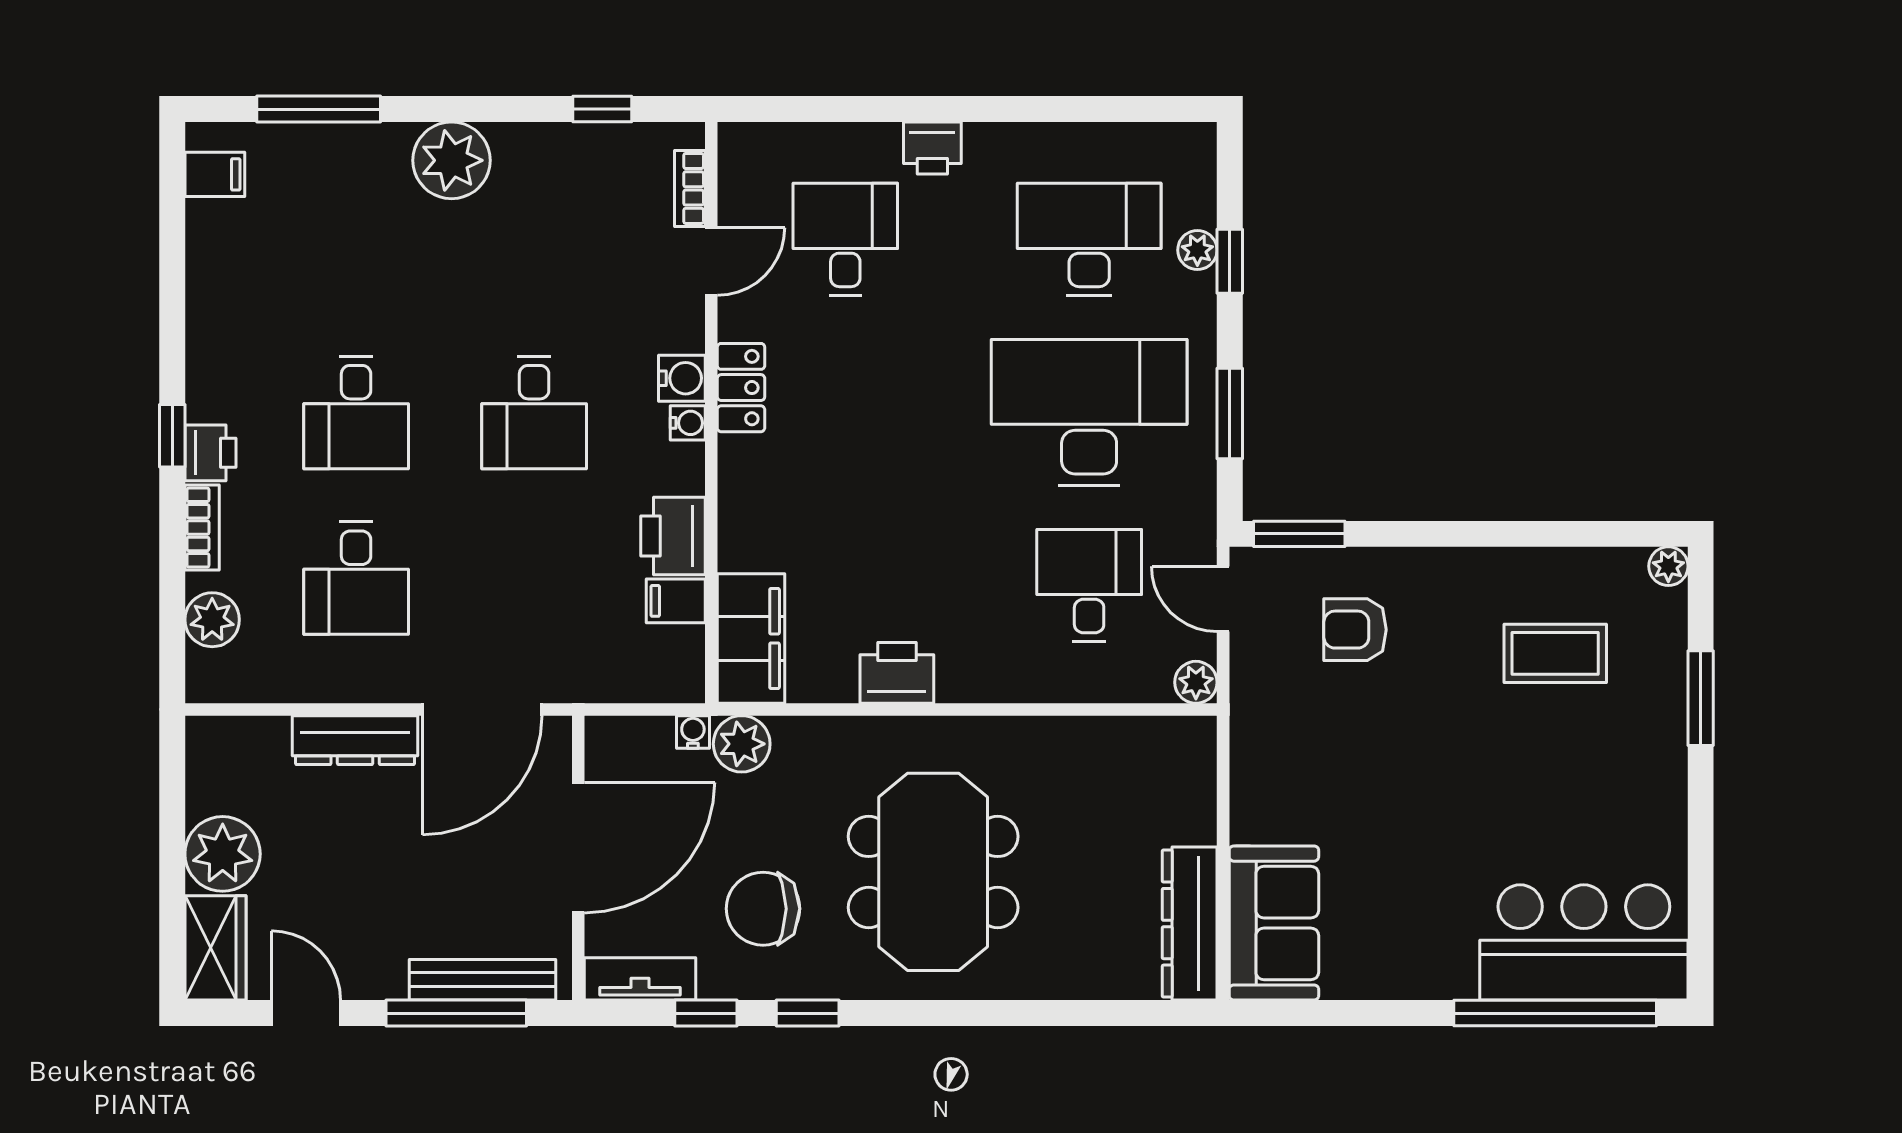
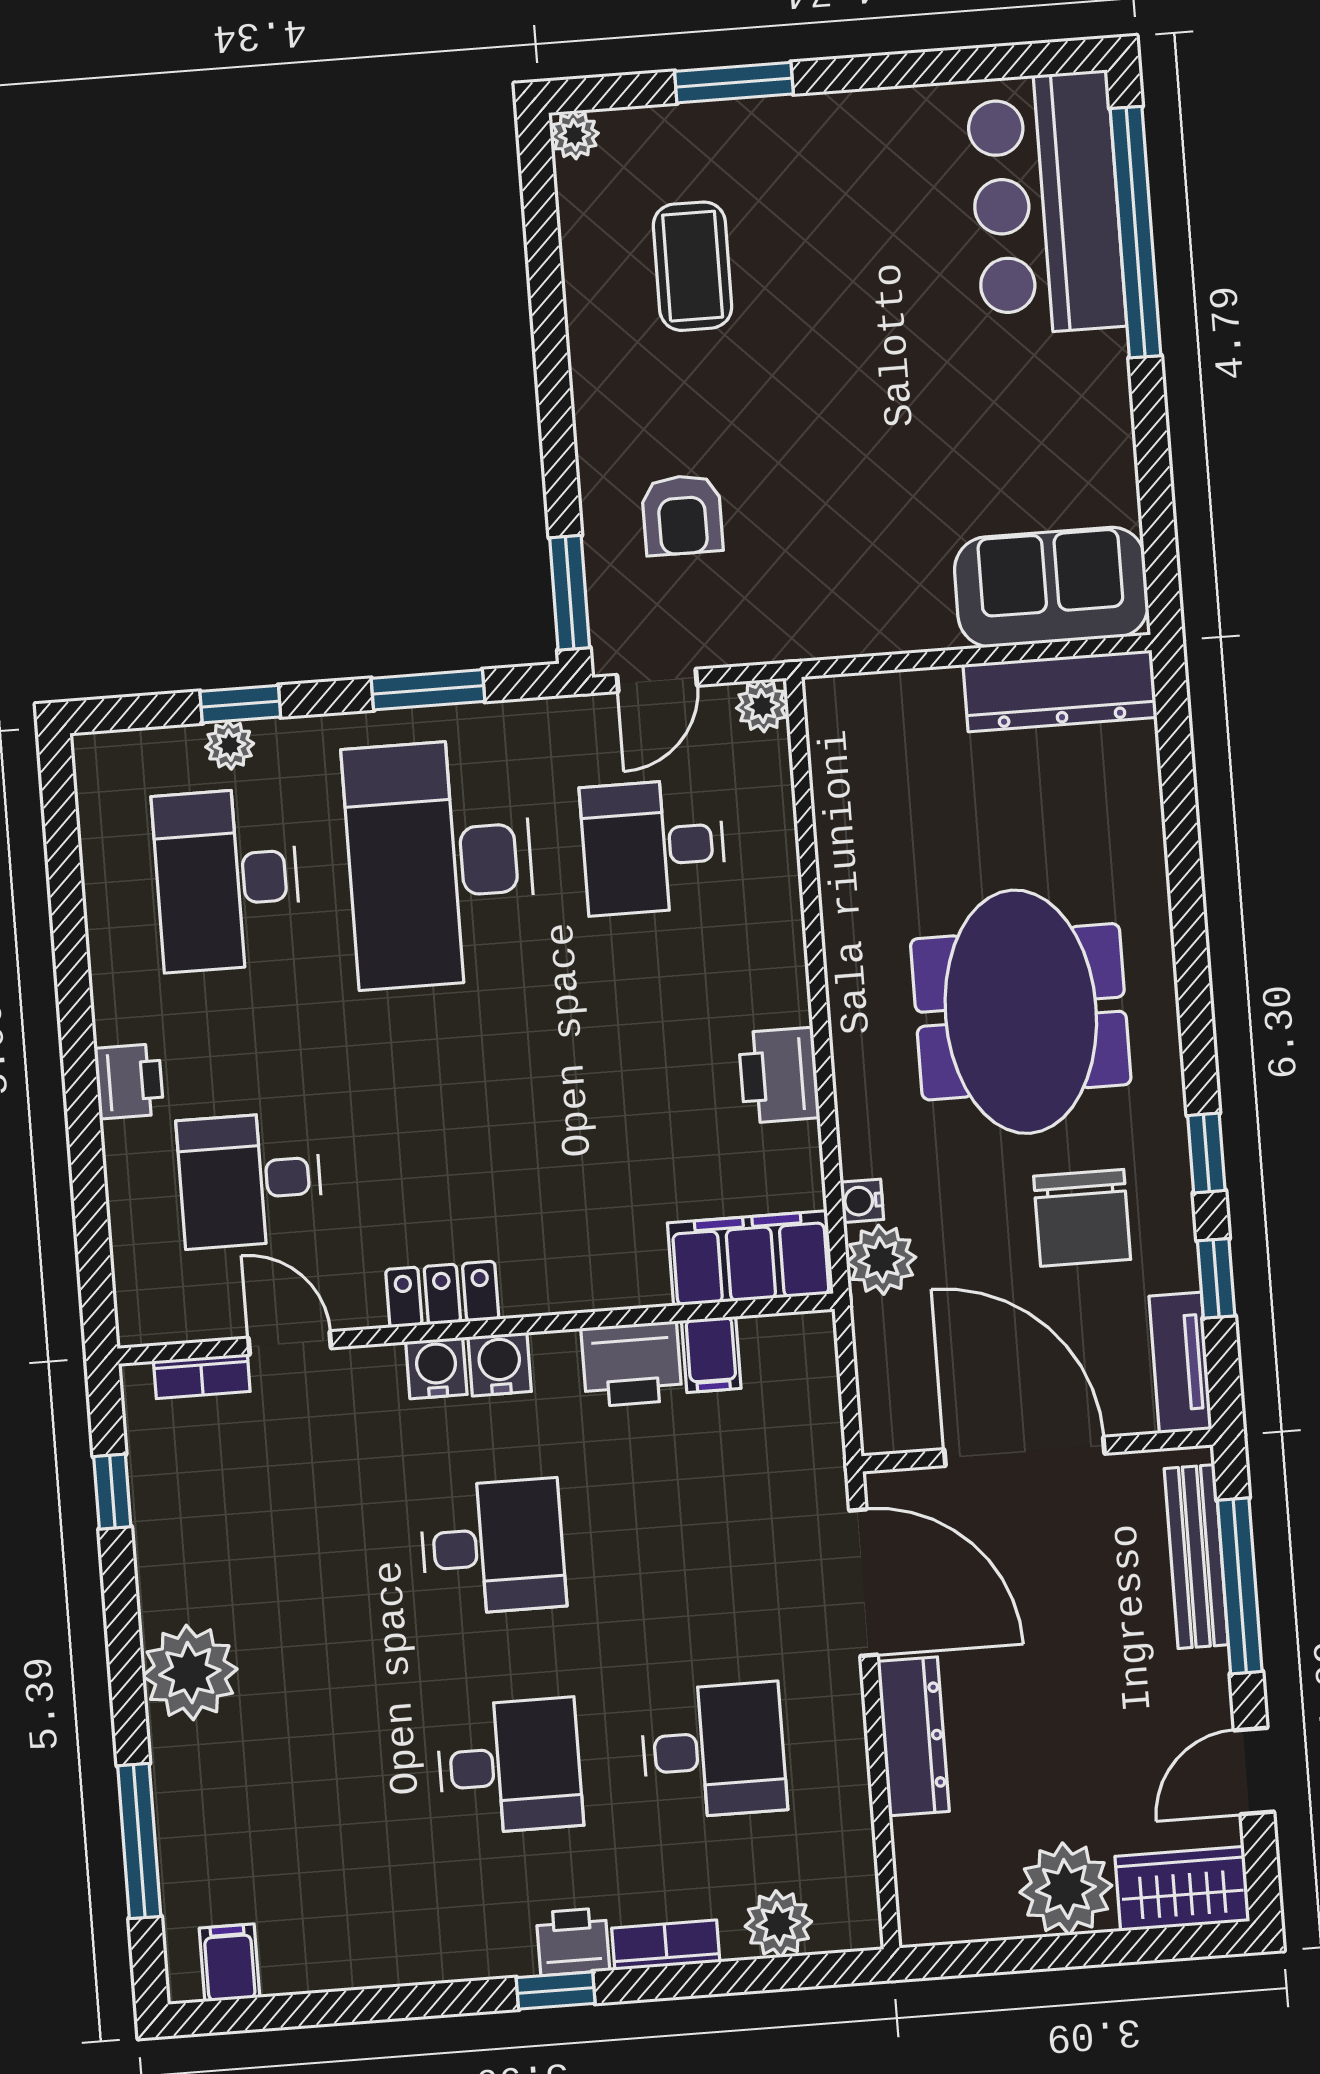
water cooler: (688, 423) -> (500, 1364), width x1.38, depth x1.38
water cooler: (693, 732) -> (862, 1201), moved
meeting table: (933, 872) -> (1021, 1012), turned 90

